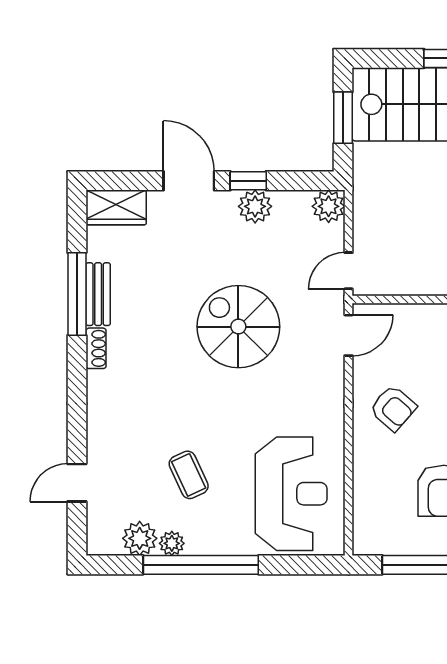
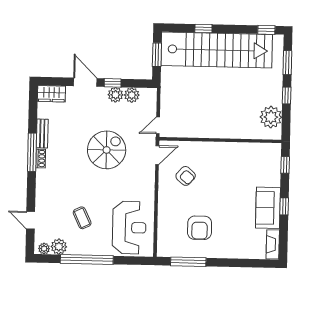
plant: (329, 206) -> (132, 95), moved
window: (77, 294) -> (32, 152), moved
spiral stairs: (238, 327) -> (107, 150), turned 90
armchair: (393, 408) -> (186, 176), moved
door: (77, 483) -> (30, 220), hinge flipped
plant: (172, 543) -> (44, 249), moved

